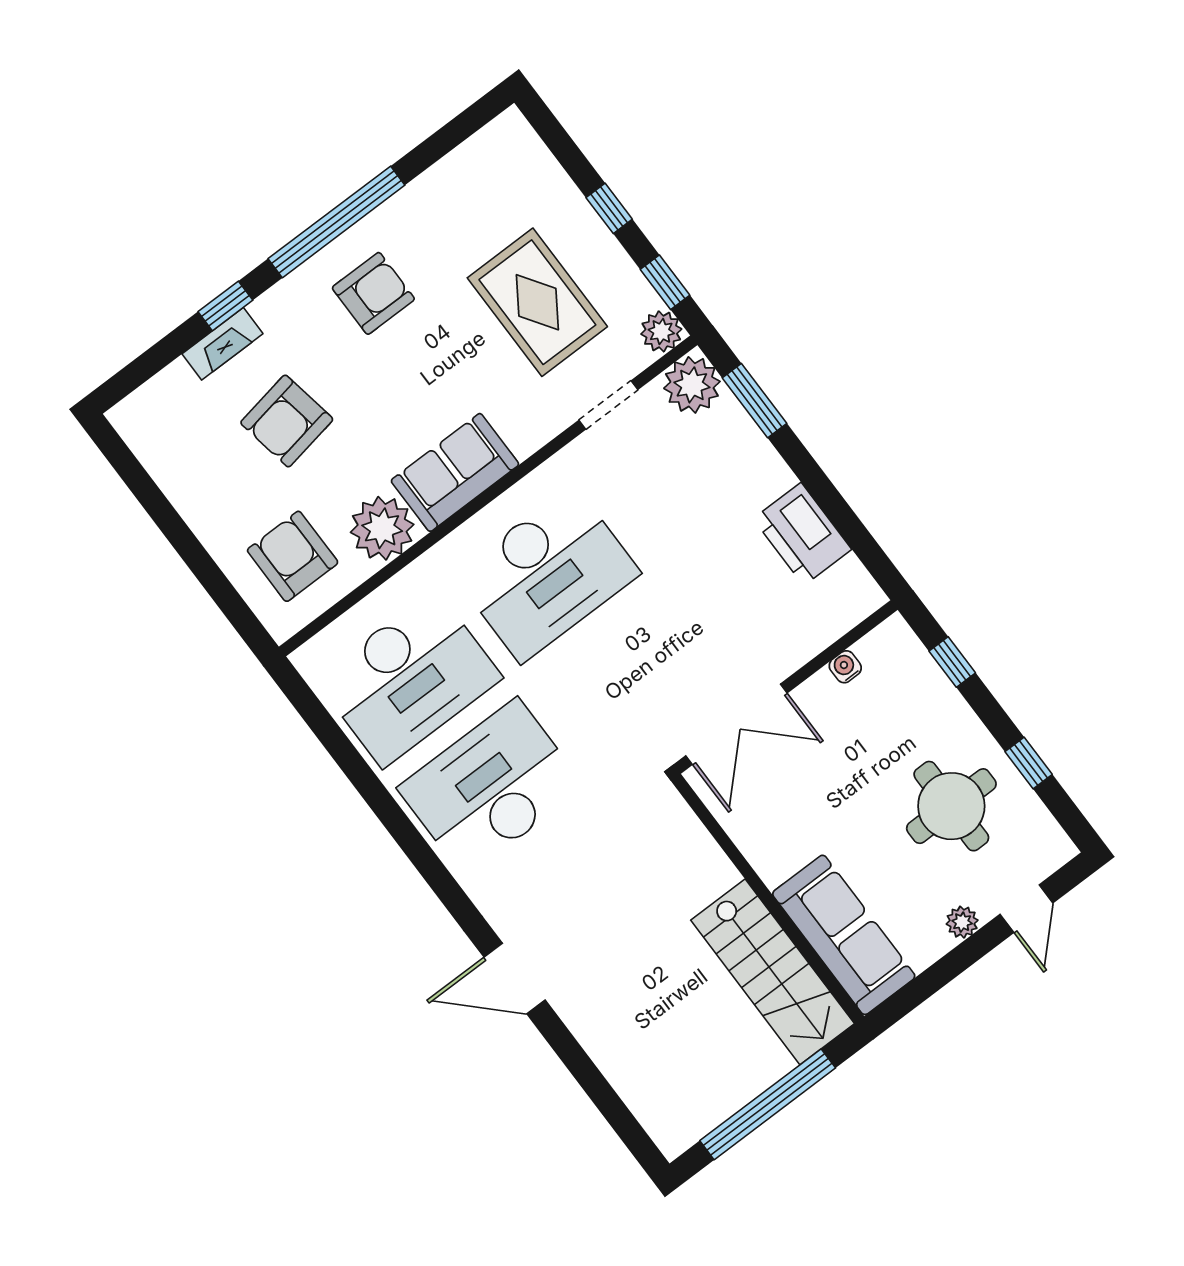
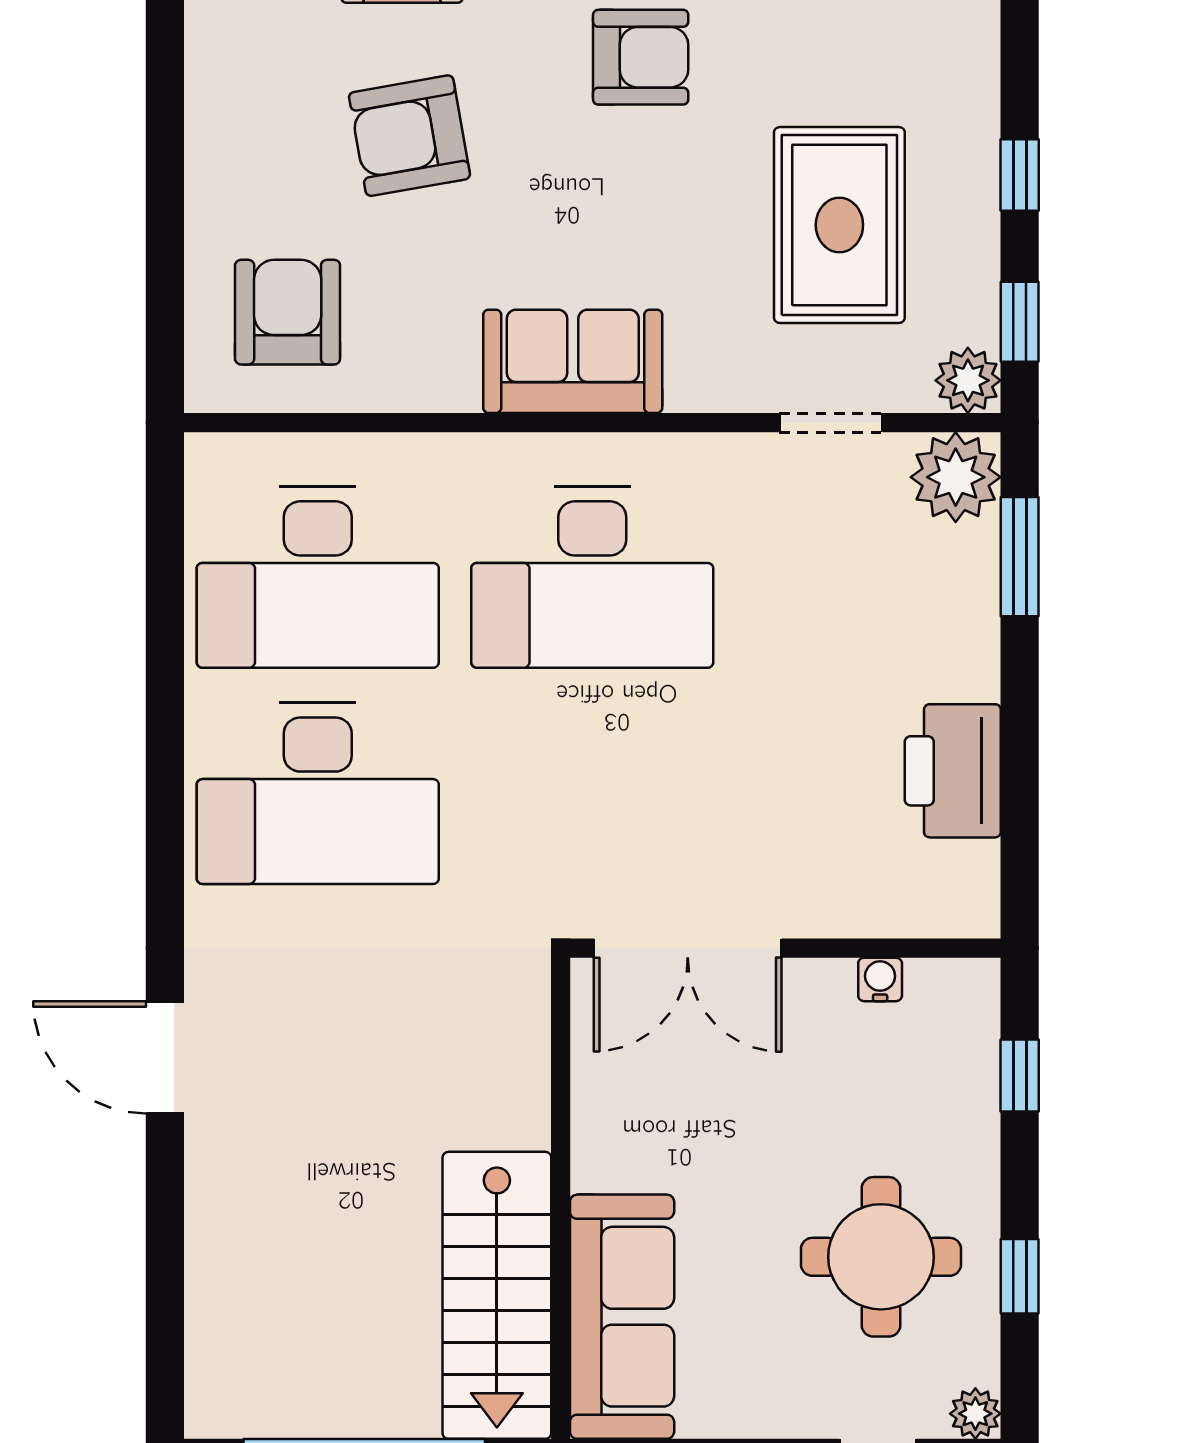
plant: (382, 528) -> (427, 362), removed
desk: (491, 787) -> (318, 793), turned 180
plant: (962, 922) -> (975, 1414), moved

